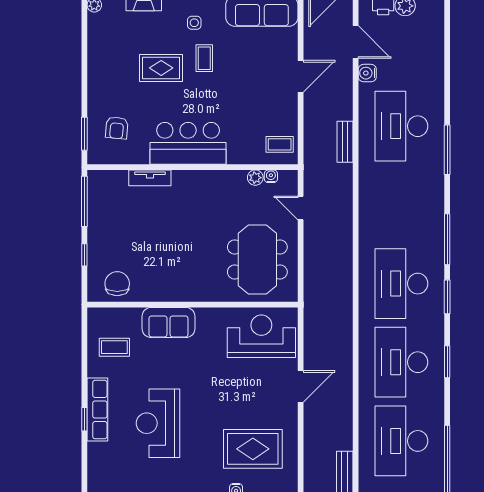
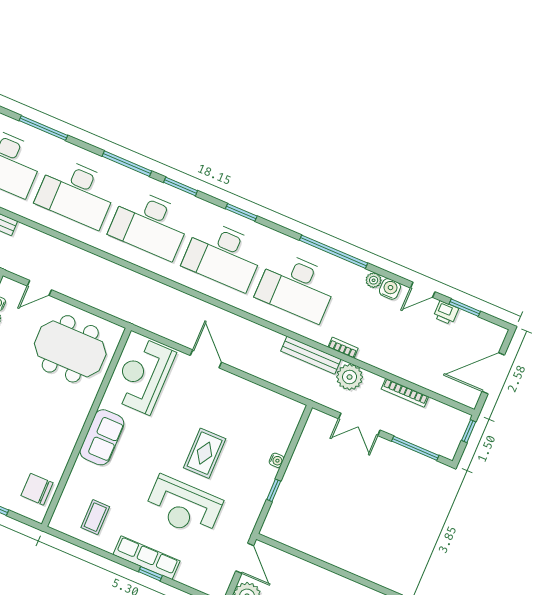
desk: (401, 205) -> (77, 193), added
sofa: (169, 322) -> (102, 437), moved
rug: (253, 449) -> (205, 453), moved, width x0.73, depth x0.70

